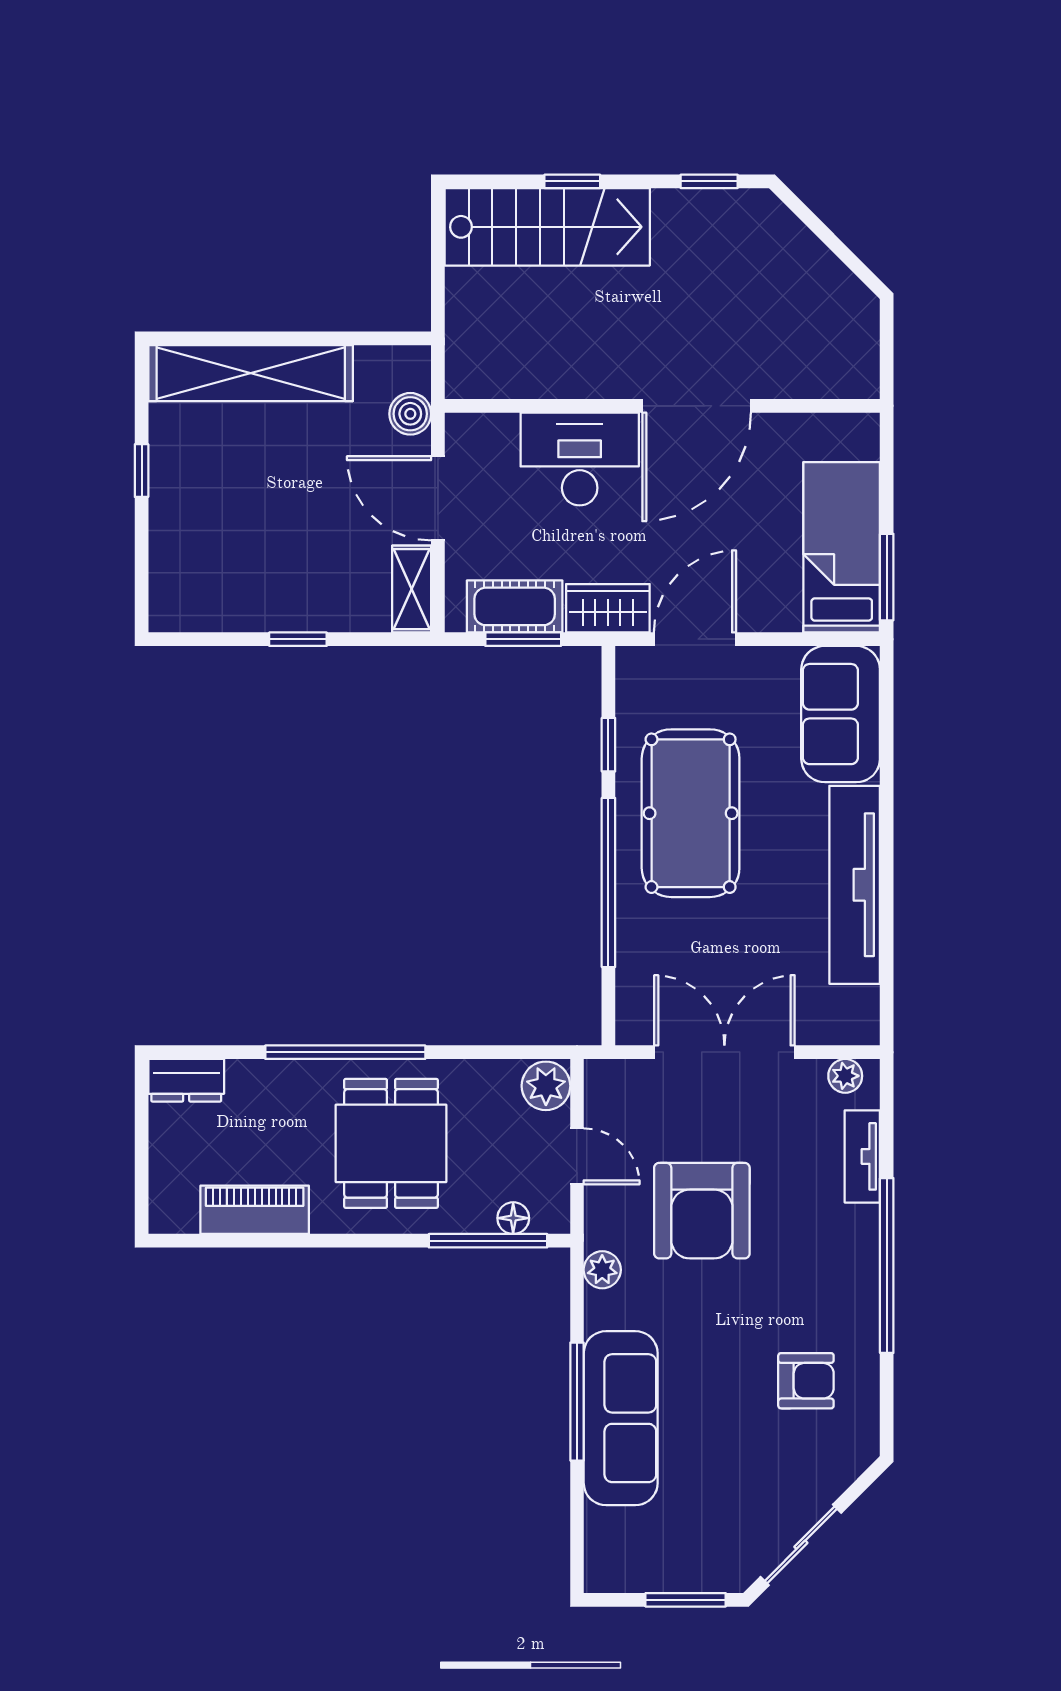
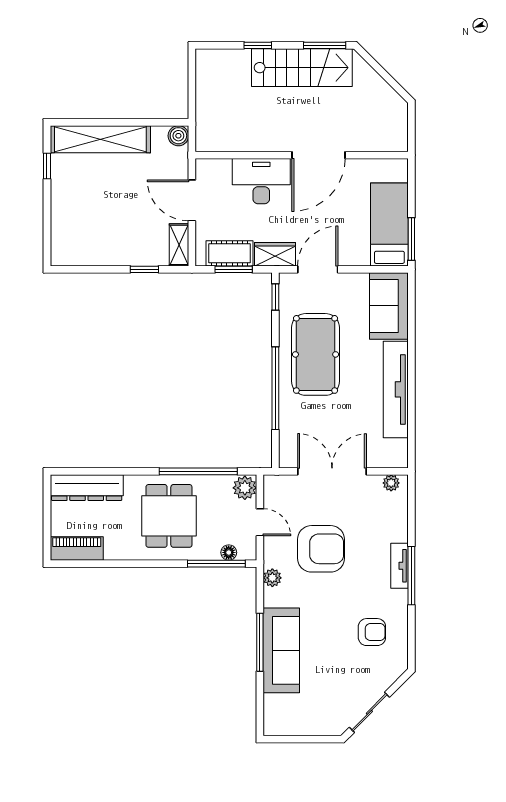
window: (709, 181) -> (325, 45), width x1.50
stairs: (547, 227) -> (302, 68), moved
boiler: (410, 414) -> (178, 136), moved
window: (142, 471) -> (47, 166), moved
window: (298, 639) -> (144, 269), moved
window: (608, 745) -> (275, 297), moved
window: (345, 1052) -> (198, 471), moved
dresser: (186, 1080) -> (87, 488), width x1.96, depth x1.24
tv unit: (862, 1156) -> (400, 566), moved
piano: (255, 1210) -> (77, 548), moved
armchair: (702, 1211) -> (321, 549), turned -90
window: (887, 1265) -> (411, 576), width x0.68
window: (686, 1600) -> (313, 739), removed

